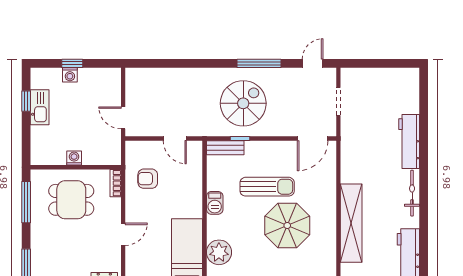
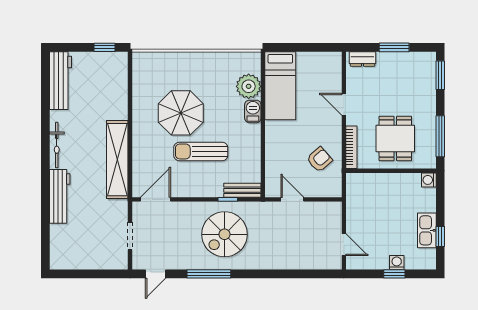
door: (123, 118) -> (344, 245), moved
washing machine: (74, 158) -> (429, 180), moved, turned 90
armchair: (148, 179) -> (319, 159), turned -41
bookcase: (116, 183) -> (351, 147), width x1.56
dining table: (71, 200) -> (395, 138), turned 90
barbecue: (215, 203) -> (253, 111), moved
shelving: (351, 223) -> (117, 160), moved
door: (123, 234) -> (344, 104), hinge flipped

